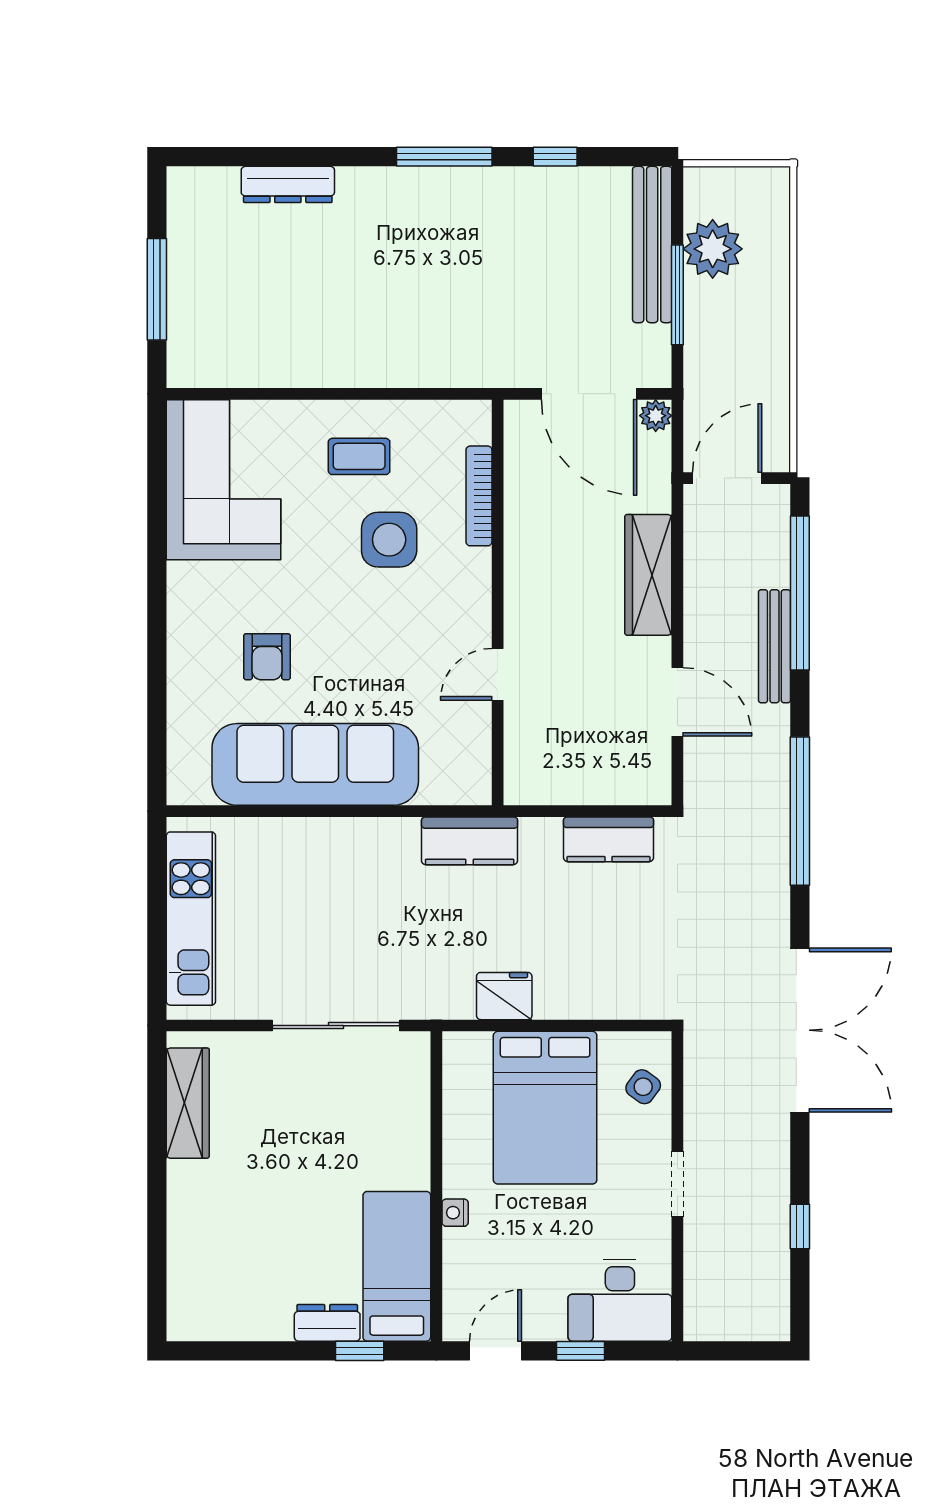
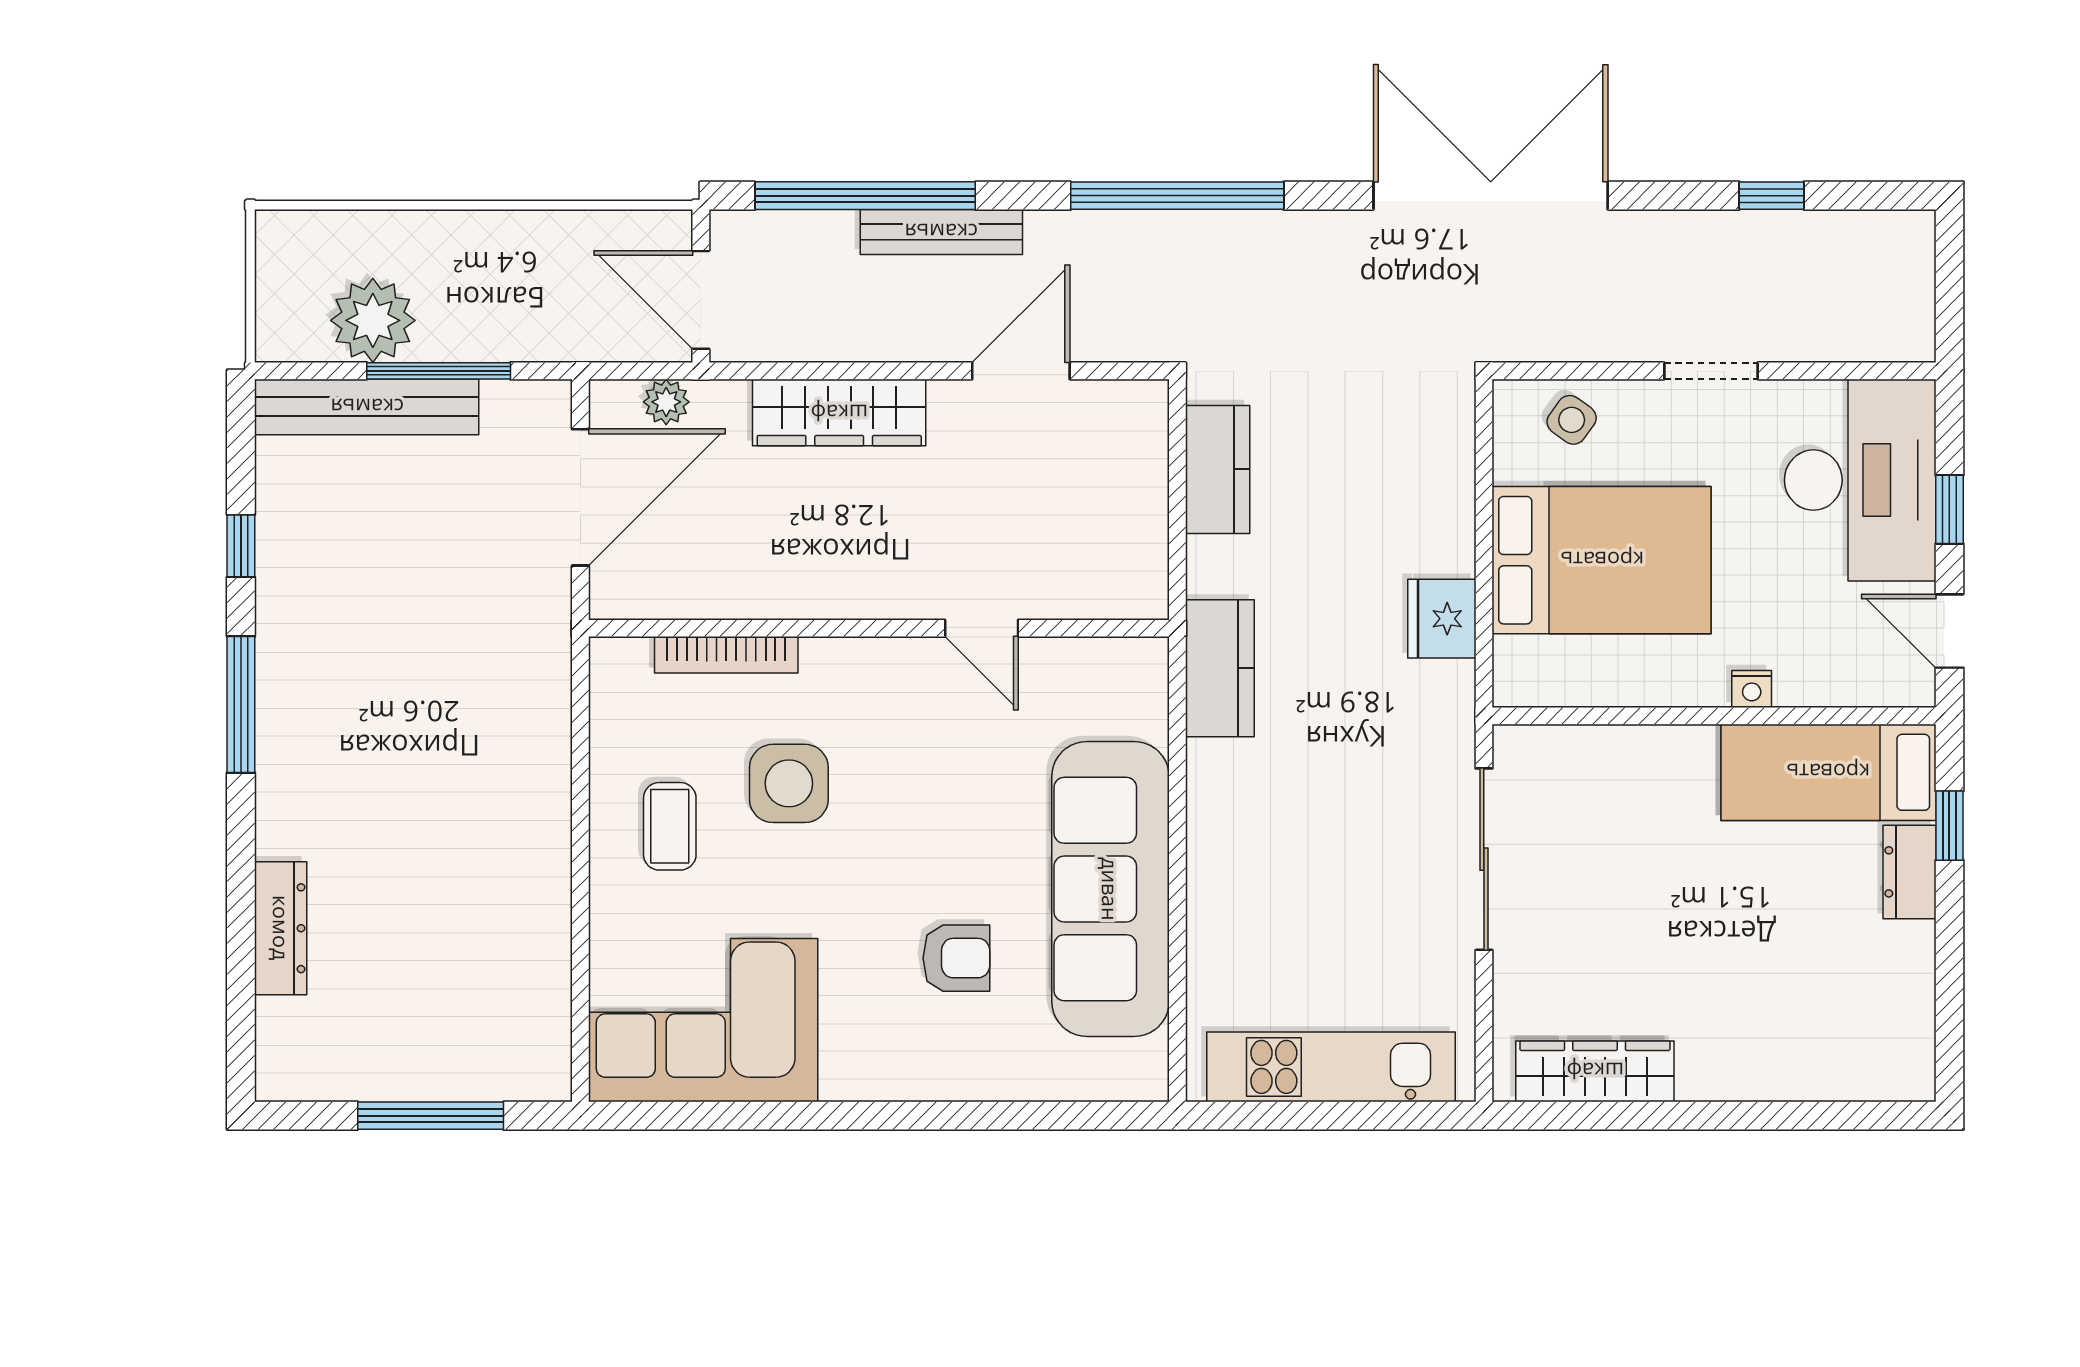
plant: (656, 416) -> (666, 402), moved
desk: (620, 1301) -> (1860, 480), width x1.36, depth x1.30

